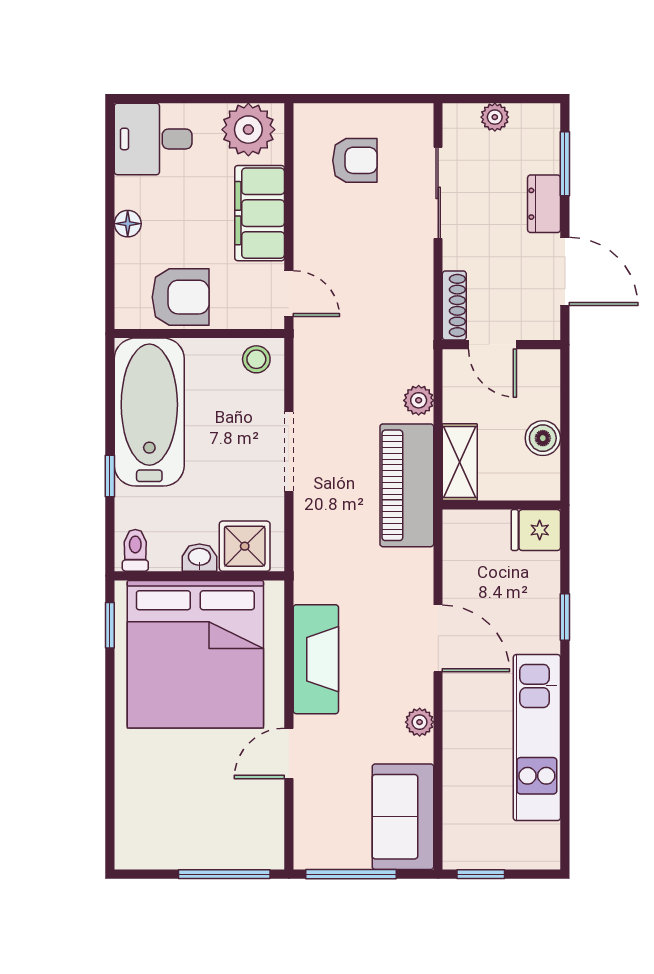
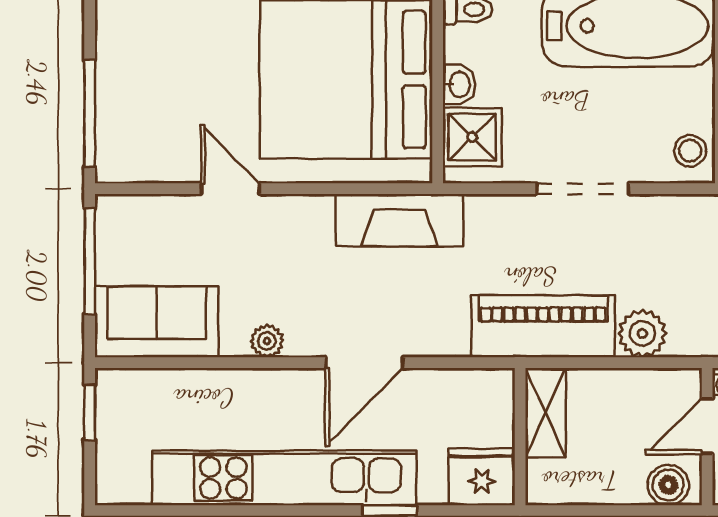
plant: (419, 400) -> (642, 333), width x1.38, depth x1.38
boiler: (543, 438) -> (668, 485), moved
shelving: (460, 462) -> (546, 413), moved, turned 90
fridge: (536, 530) -> (482, 477), width x1.38
fireplace: (316, 659) -> (399, 220), moved
kitchen unit: (537, 738) -> (284, 478), width x1.36

